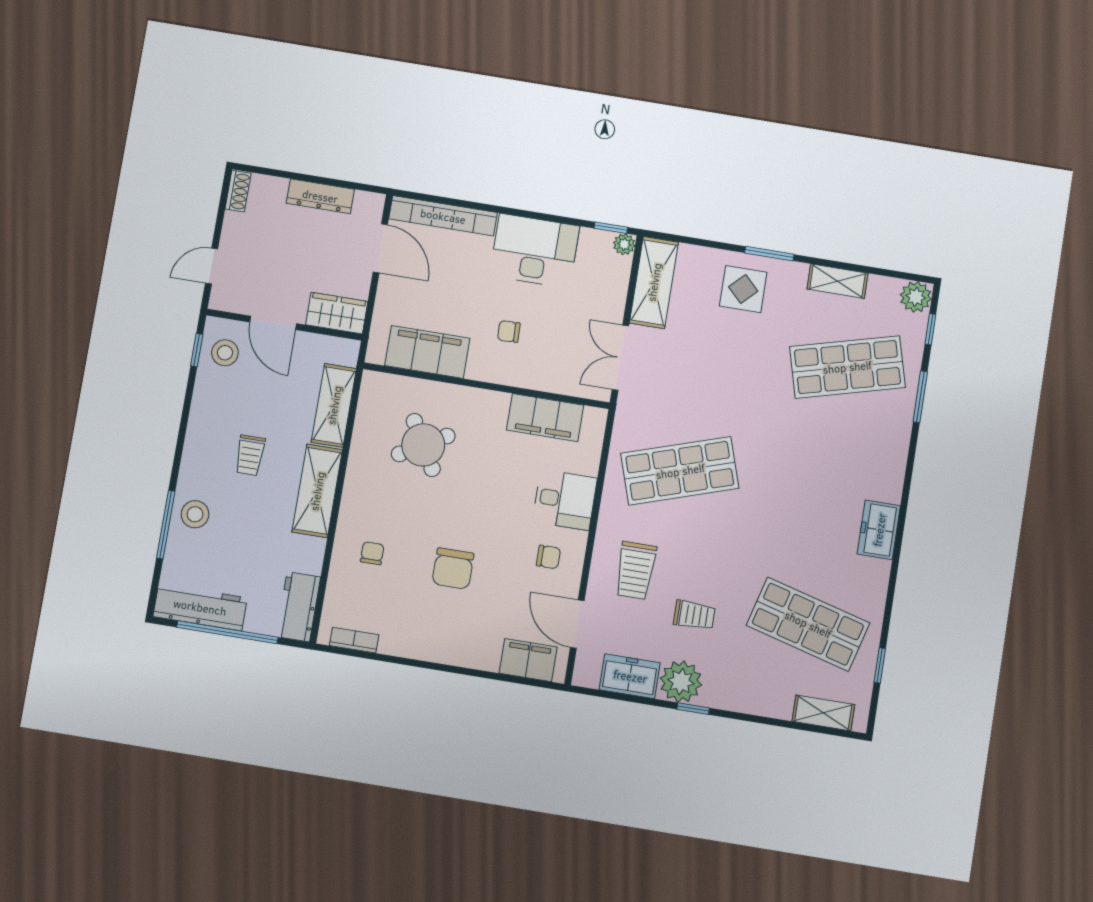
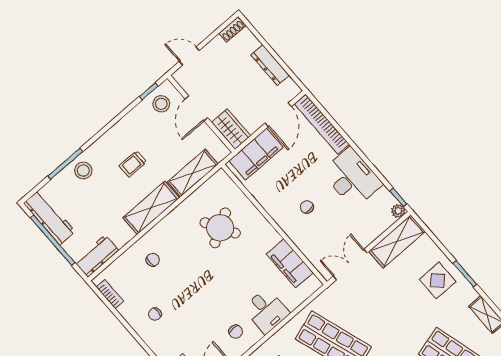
filing cabinet: (427, 352) -> (256, 154), moved, turned 90
chair: (453, 569) -> (155, 314), moved, width x0.54, depth x0.54

